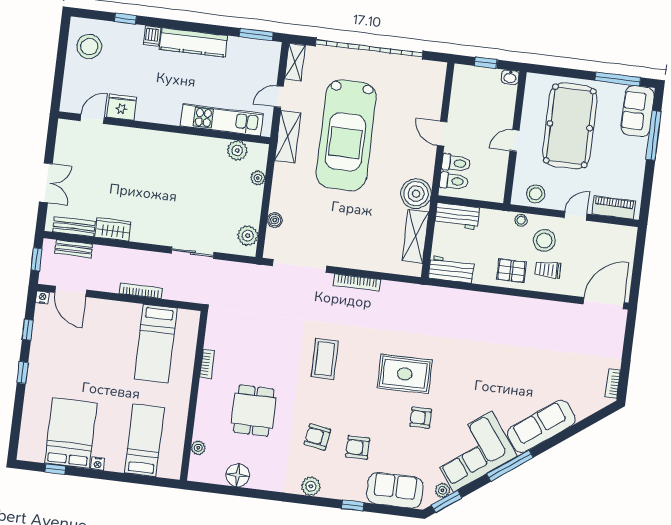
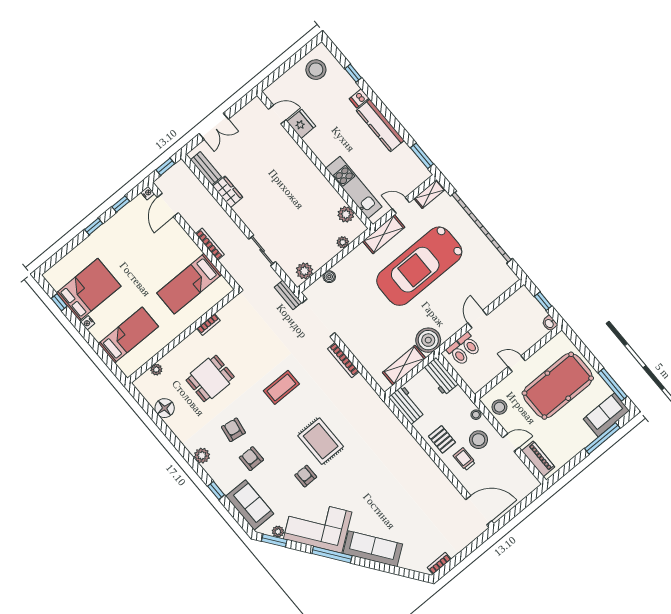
bench: (74, 249) -> (288, 295), moved

